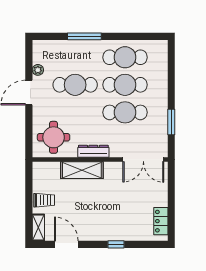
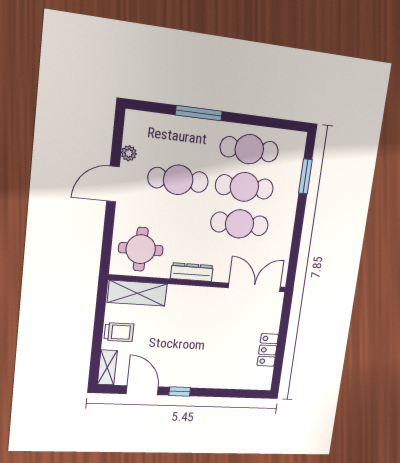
window: (171, 122) -> (305, 176), moved
double door: (143, 159) -> (255, 287), swing flipped
shelving: (82, 170) -> (137, 293), moved
locker: (161, 221) -> (268, 350), moved
window: (116, 244) -> (180, 391), moved

